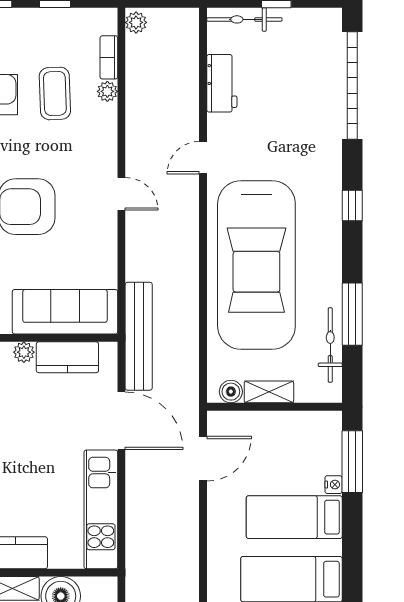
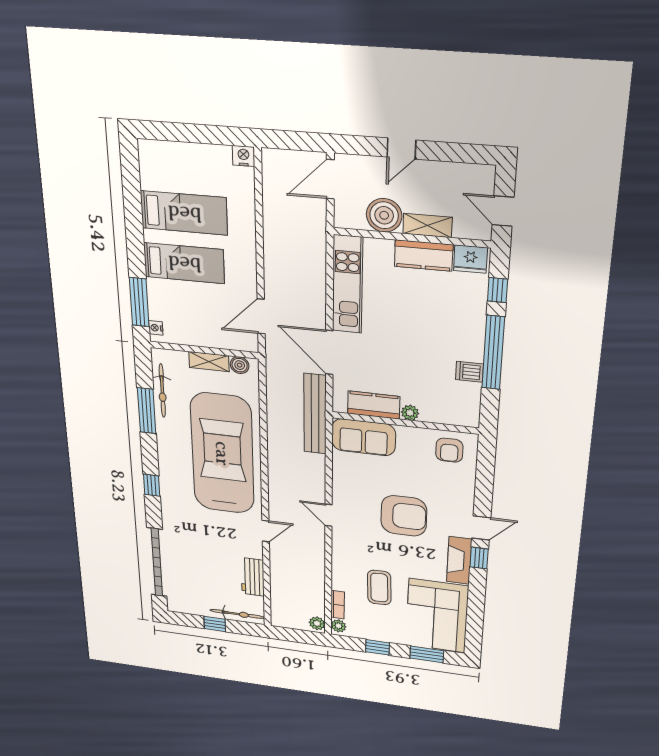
plant: (107, 91) -> (339, 626), moved
sofa: (65, 312) -> (364, 437), width x0.73
nightstand: (334, 485) -> (156, 328), moved

